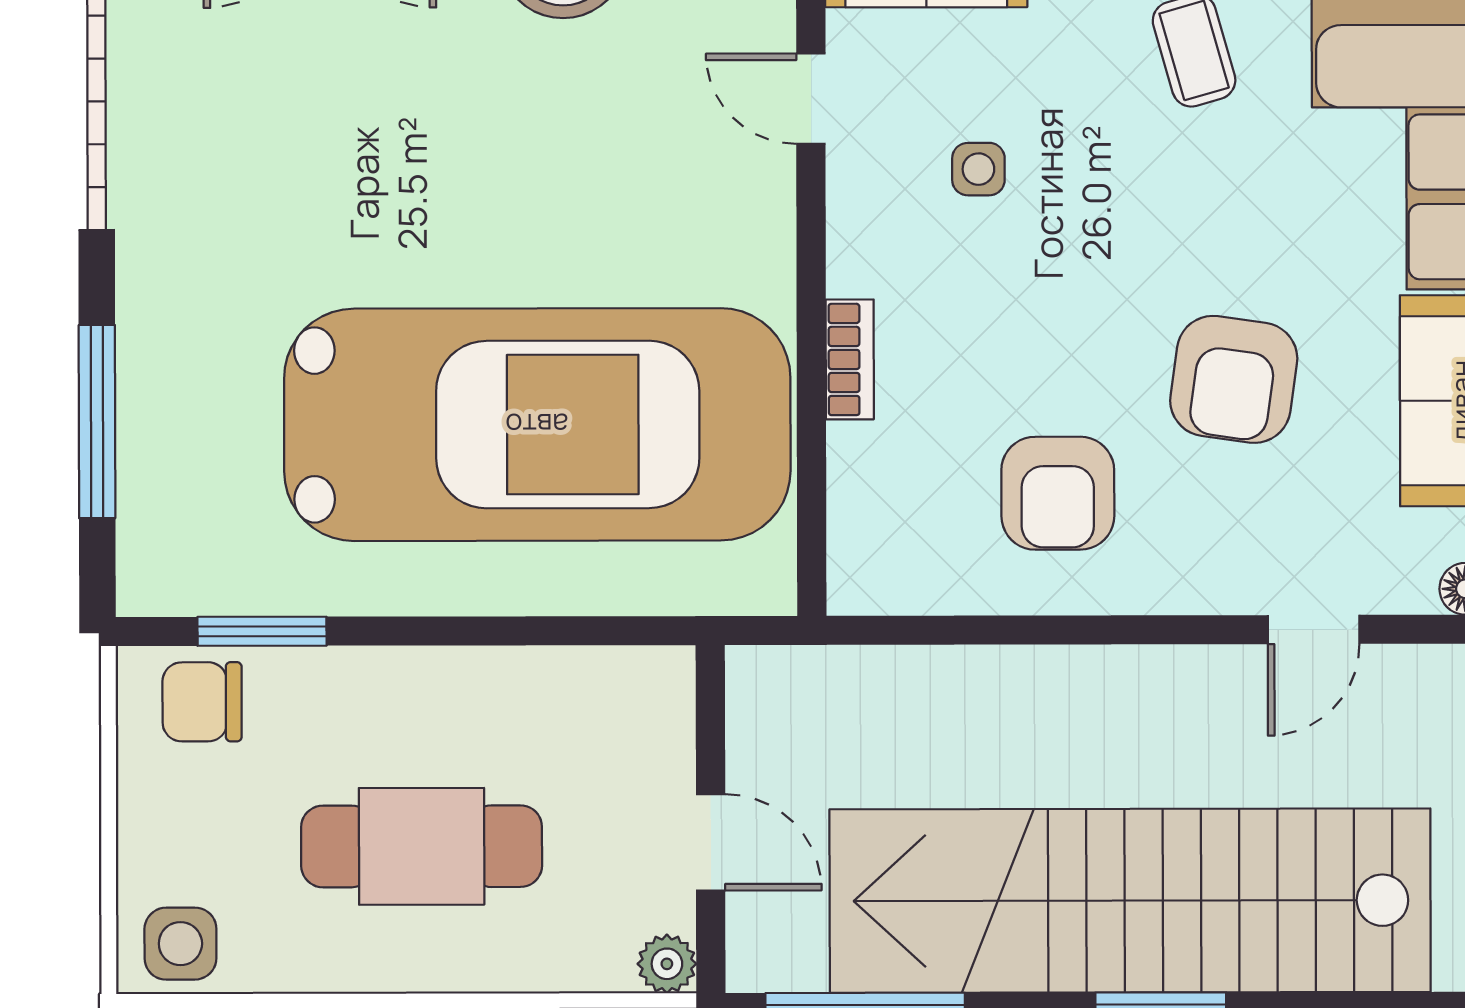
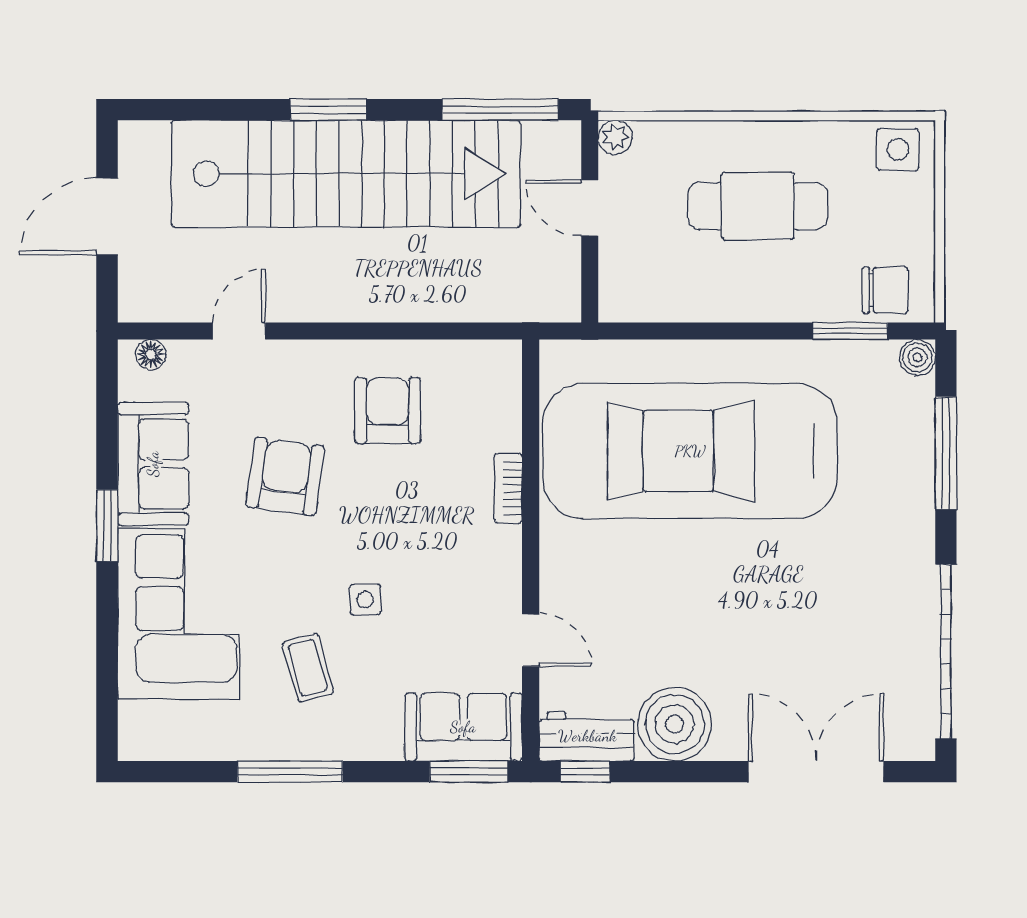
side table: (978, 169) -> (365, 599), moved
boiler: (146, 586) -> (917, 357), added

